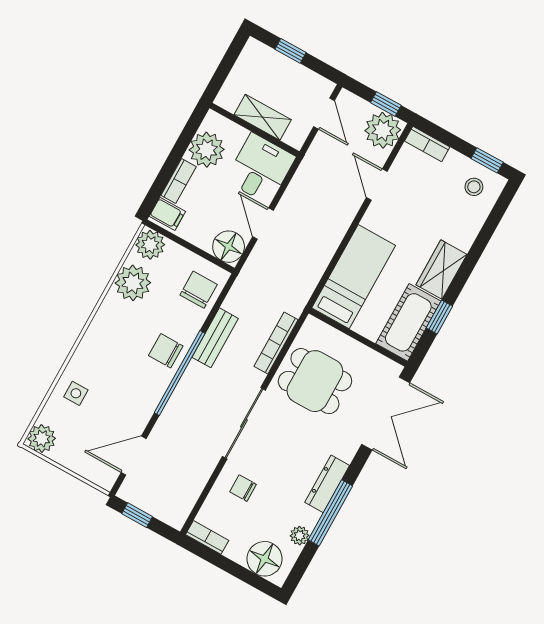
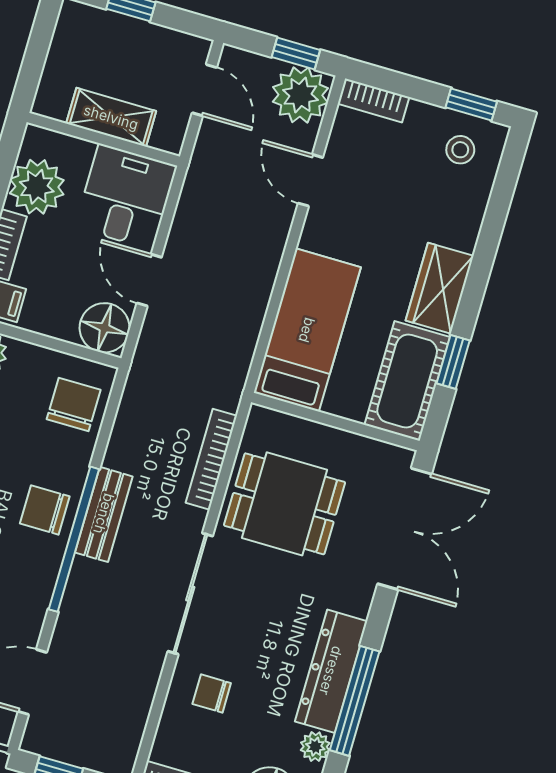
bench: (215, 338) -> (104, 514), moved
dresser: (327, 484) -> (331, 671), width x1.37, depth x1.24

